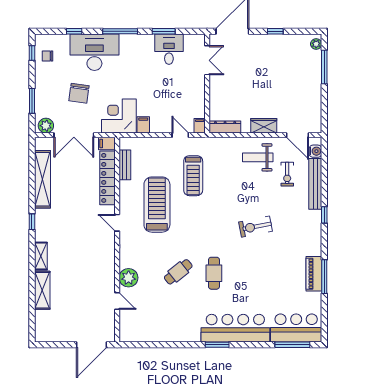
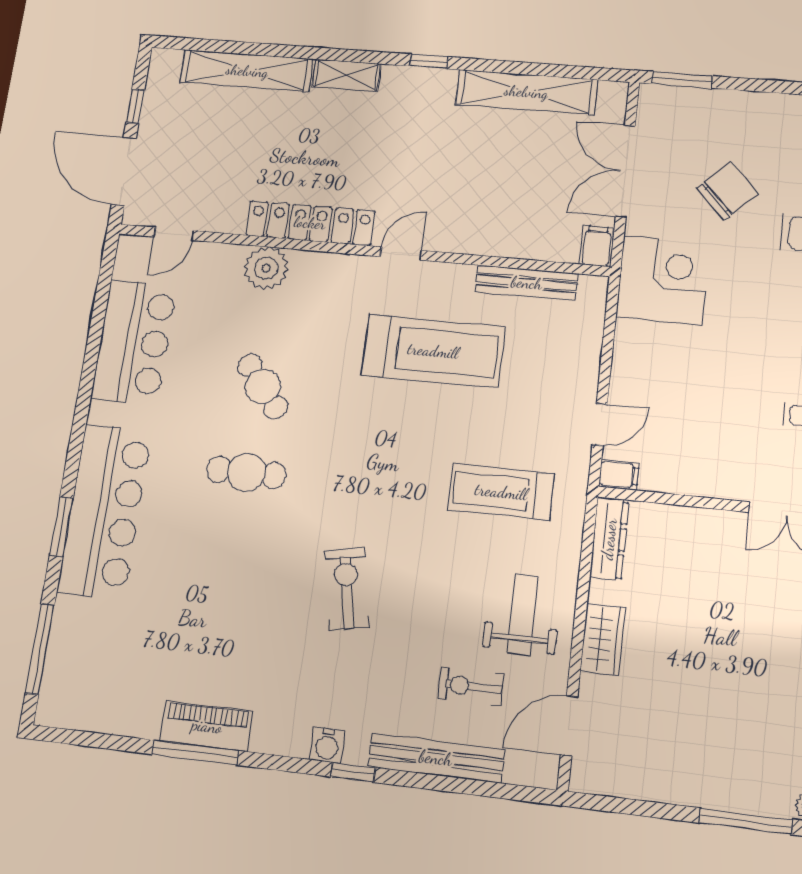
chair: (79, 93) -> (727, 191), turned 128
window: (32, 101) -> (682, 80), moved
filing cabinet: (143, 125) -> (634, 336), removed
plant: (46, 126) -> (655, 109), removed
water cooler: (315, 151) -> (327, 745), moved
bench: (125, 165) -> (527, 283), width x1.36
treadmill: (193, 176) -> (501, 492), moved
locker: (108, 178) -> (310, 223), moved
shelving: (42, 290) -> (247, 71), width x1.47
door: (117, 301) -> (174, 234), moved
bar counter: (296, 328) -> (134, 342), moved
window: (62, 345) -> (135, 106), added
window: (217, 345) -> (61, 527), moved

